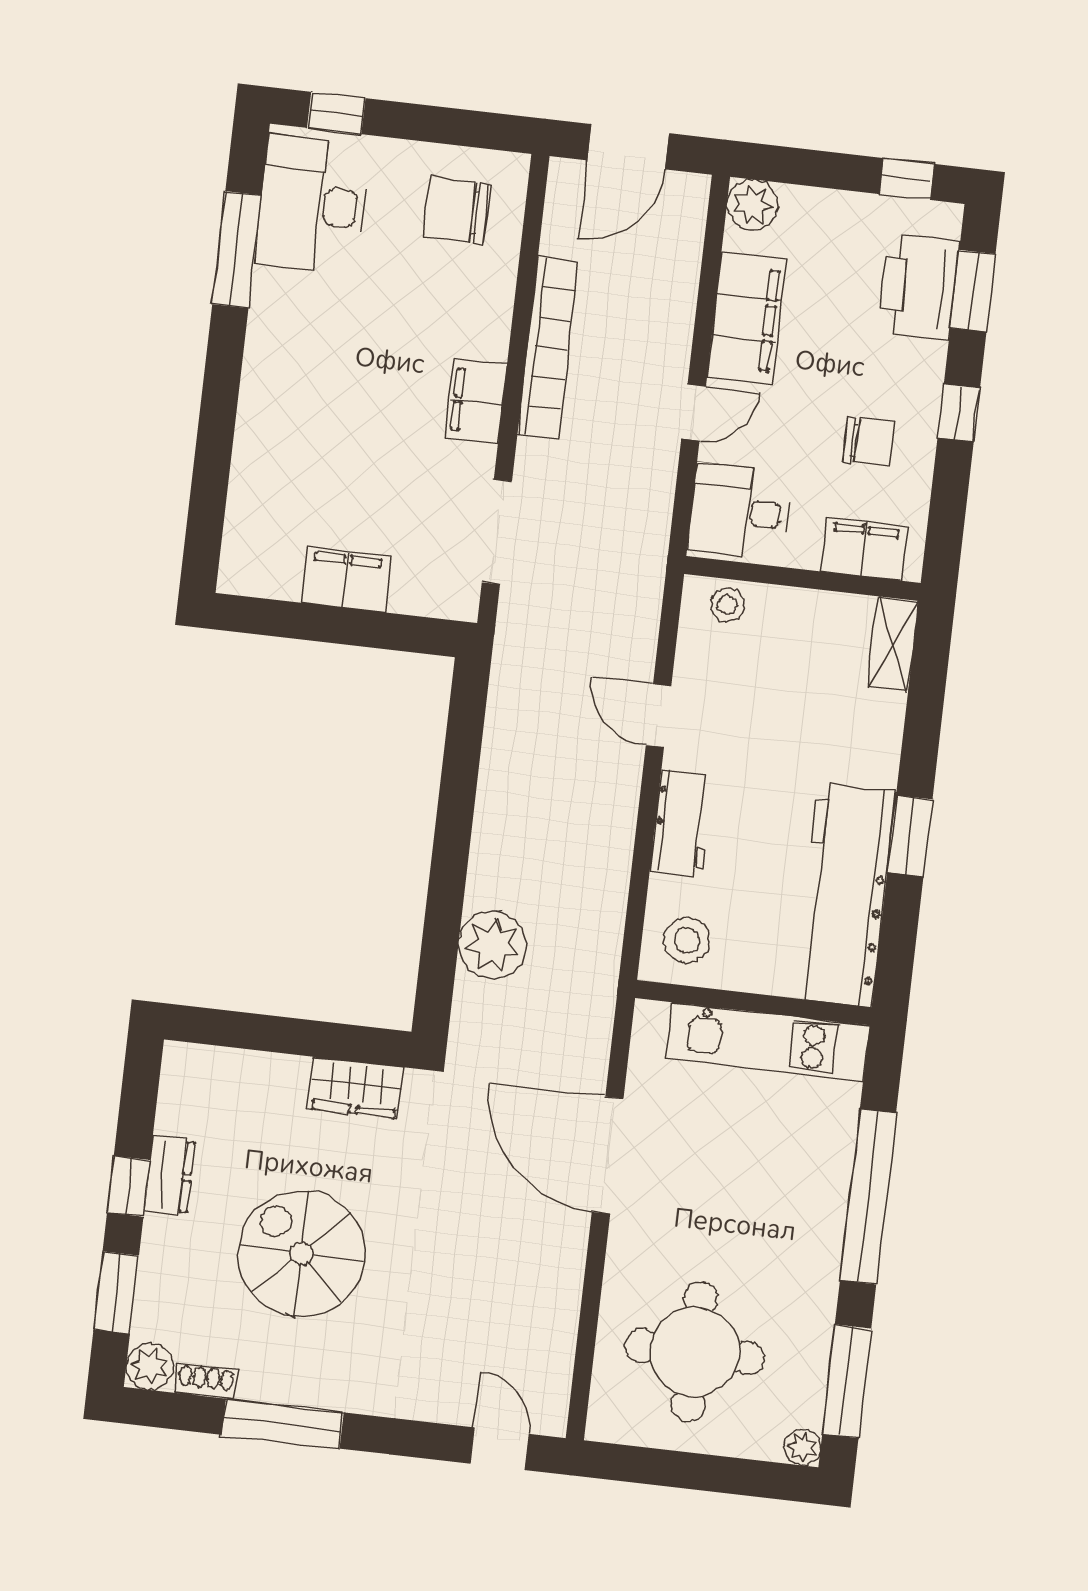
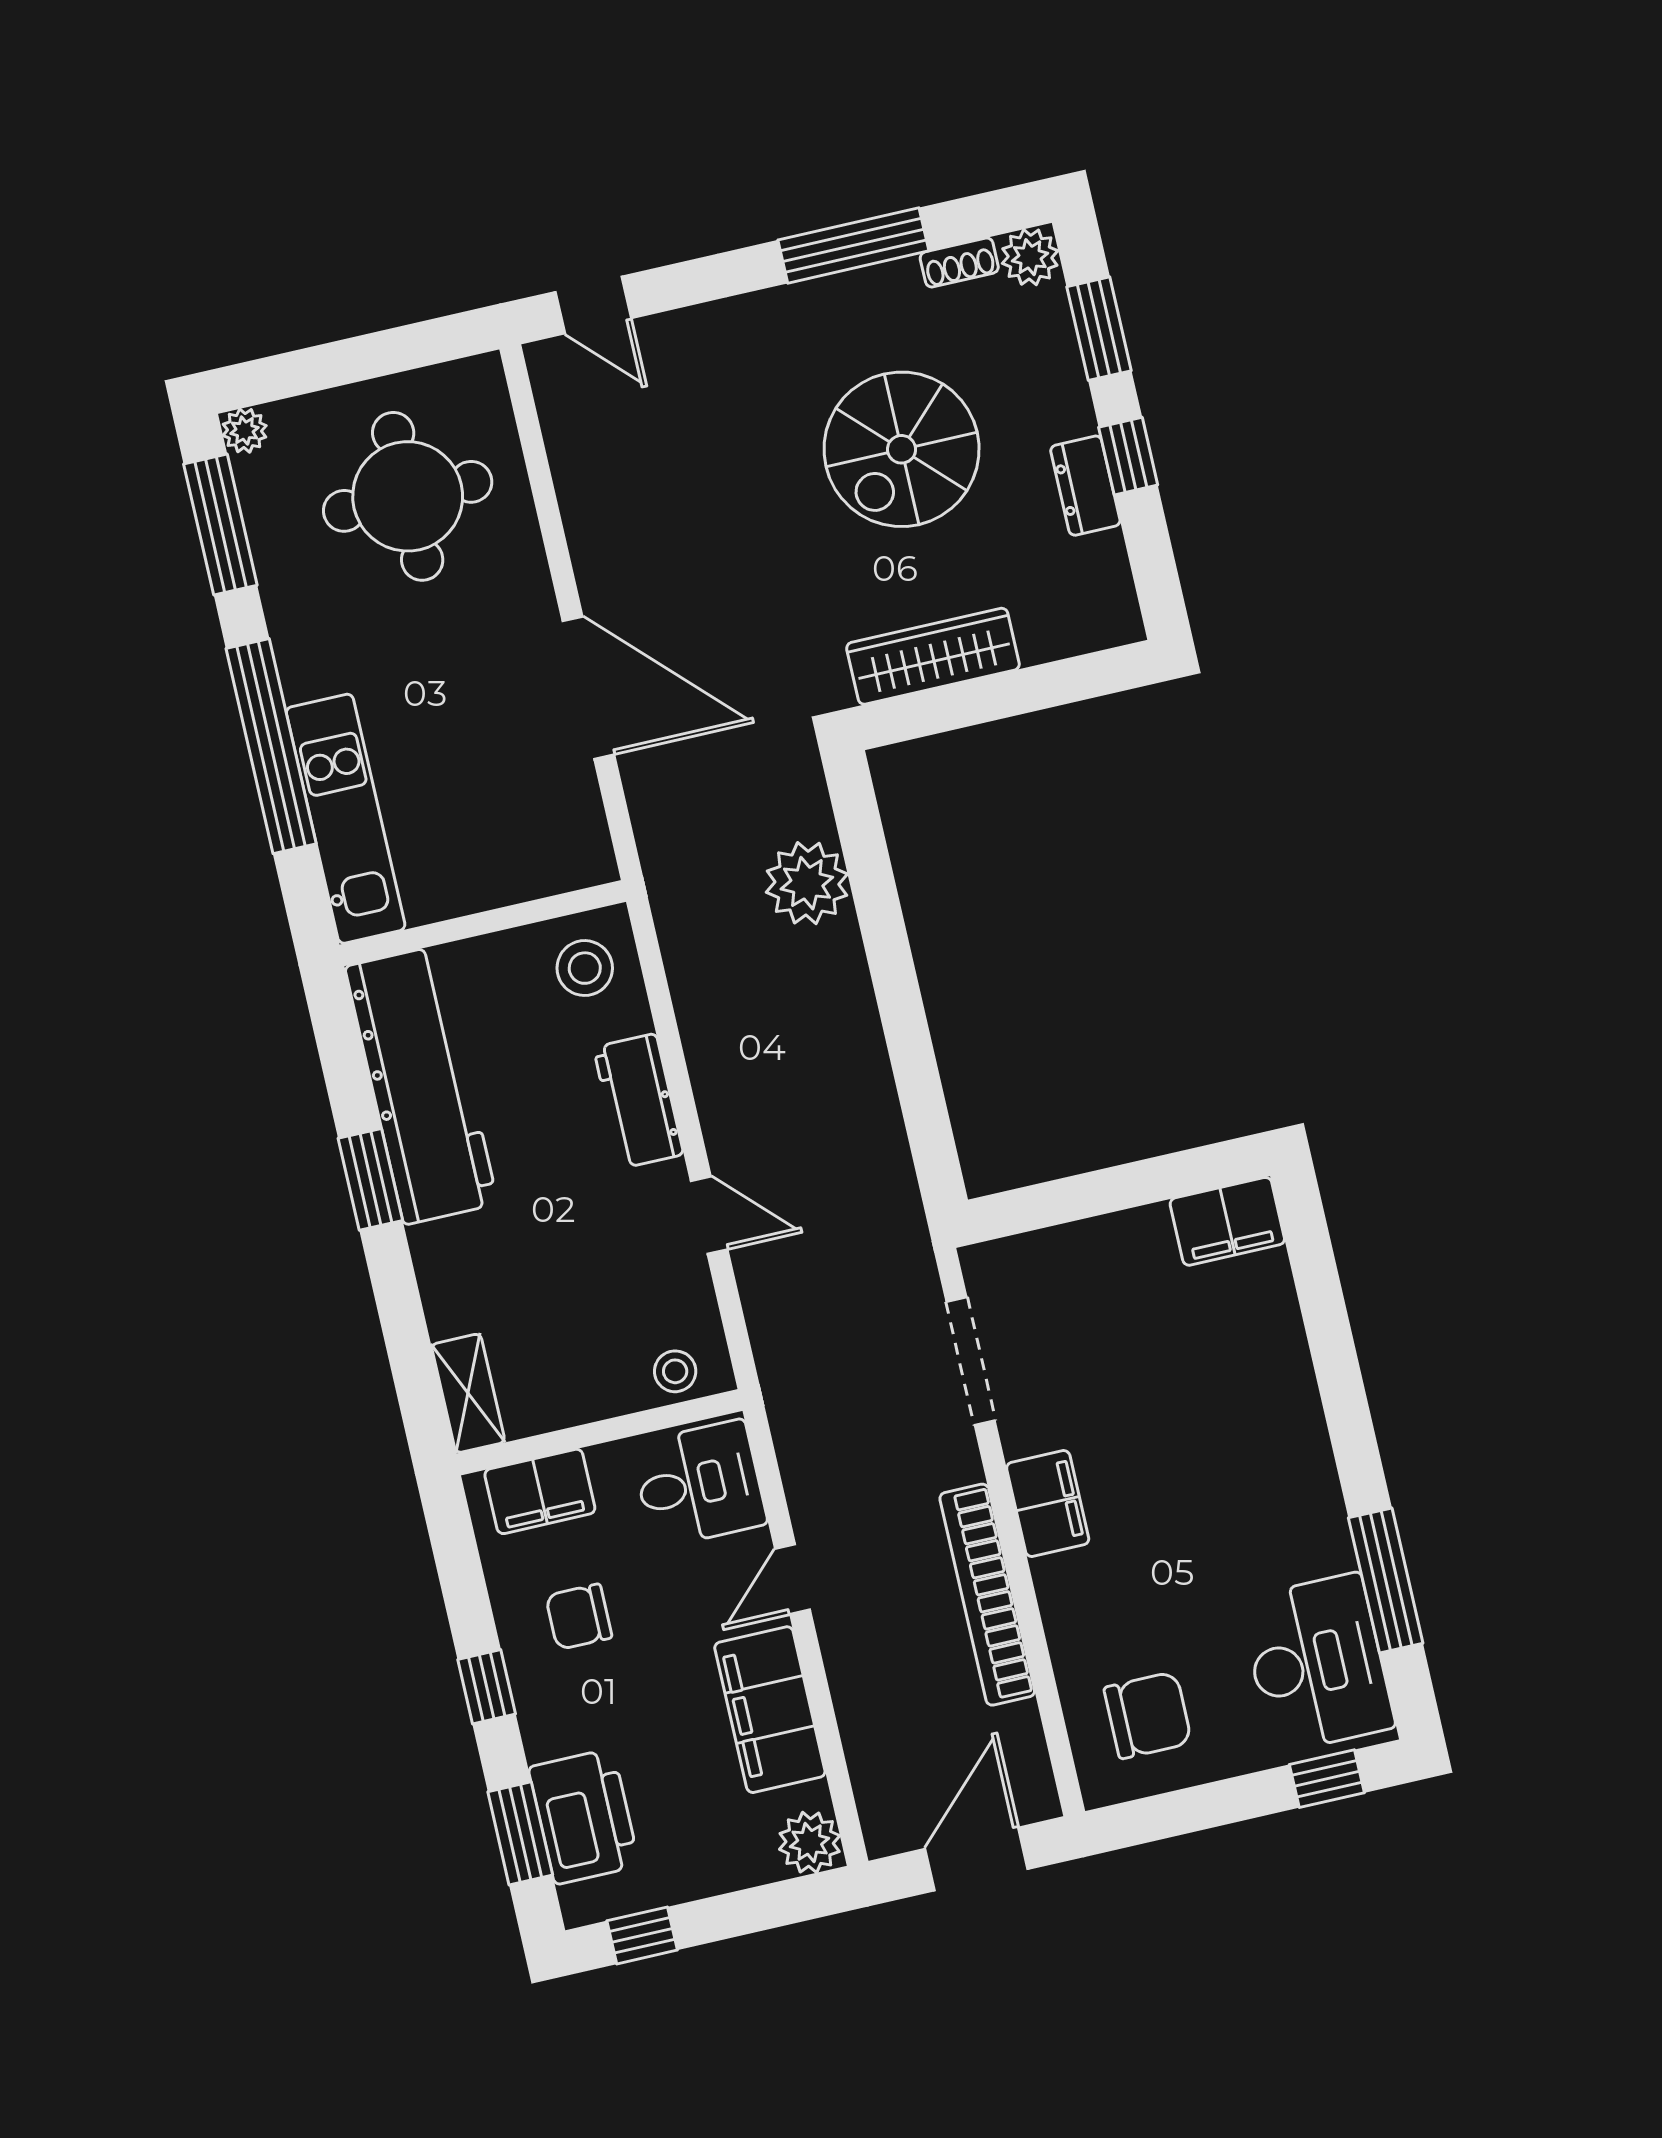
filing cabinet: (346, 579) -> (1227, 1221), moved
kitchen unit: (768, 1042) -> (346, 819), moved, turned 90
wardrobe: (356, 1088) -> (933, 656), width x1.50
spiral stairs: (301, 1253) -> (902, 449), turned 90

